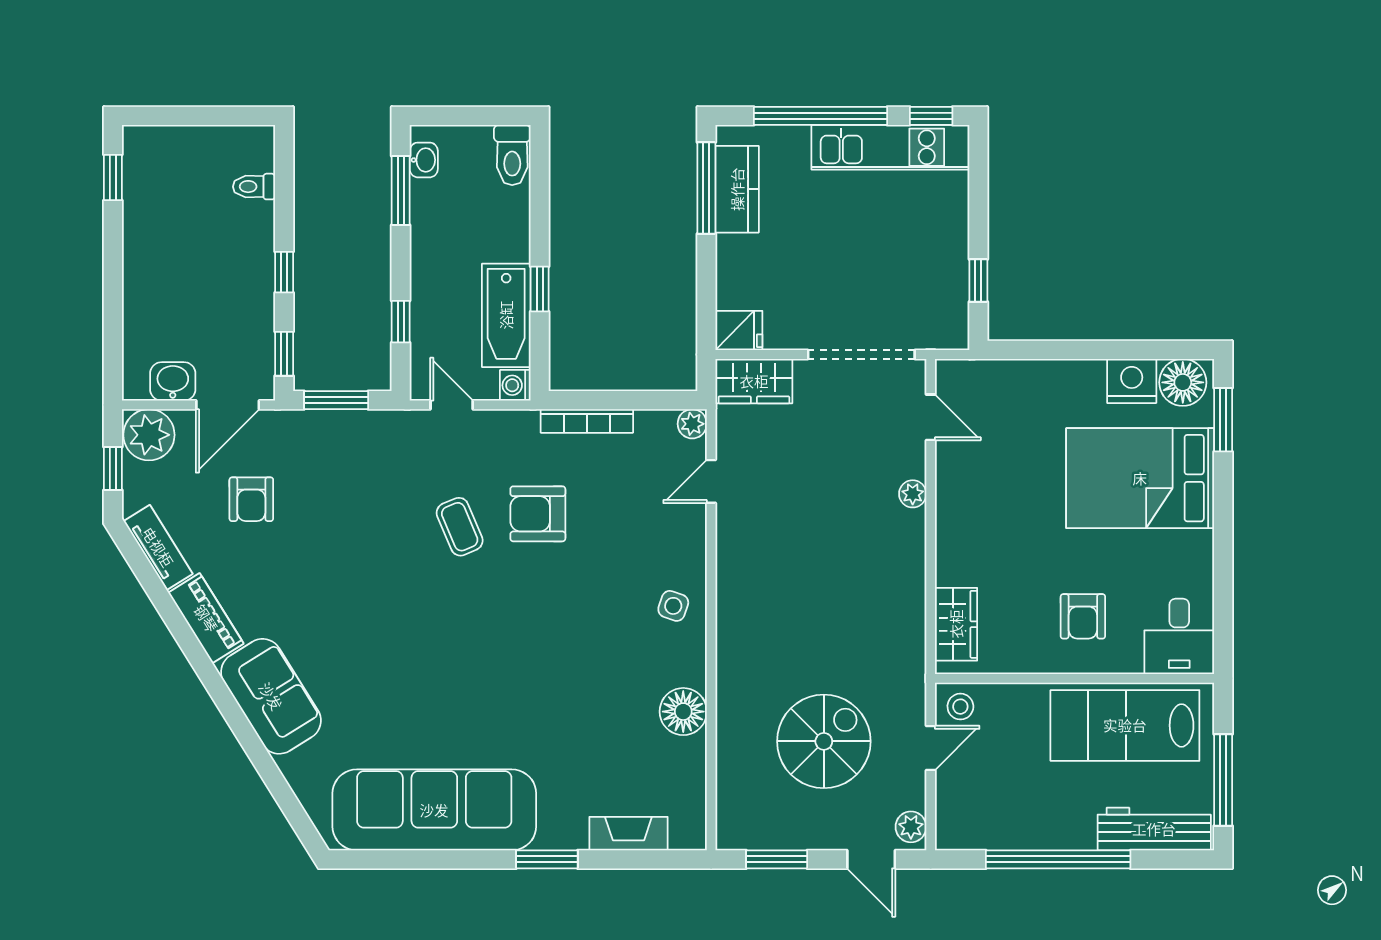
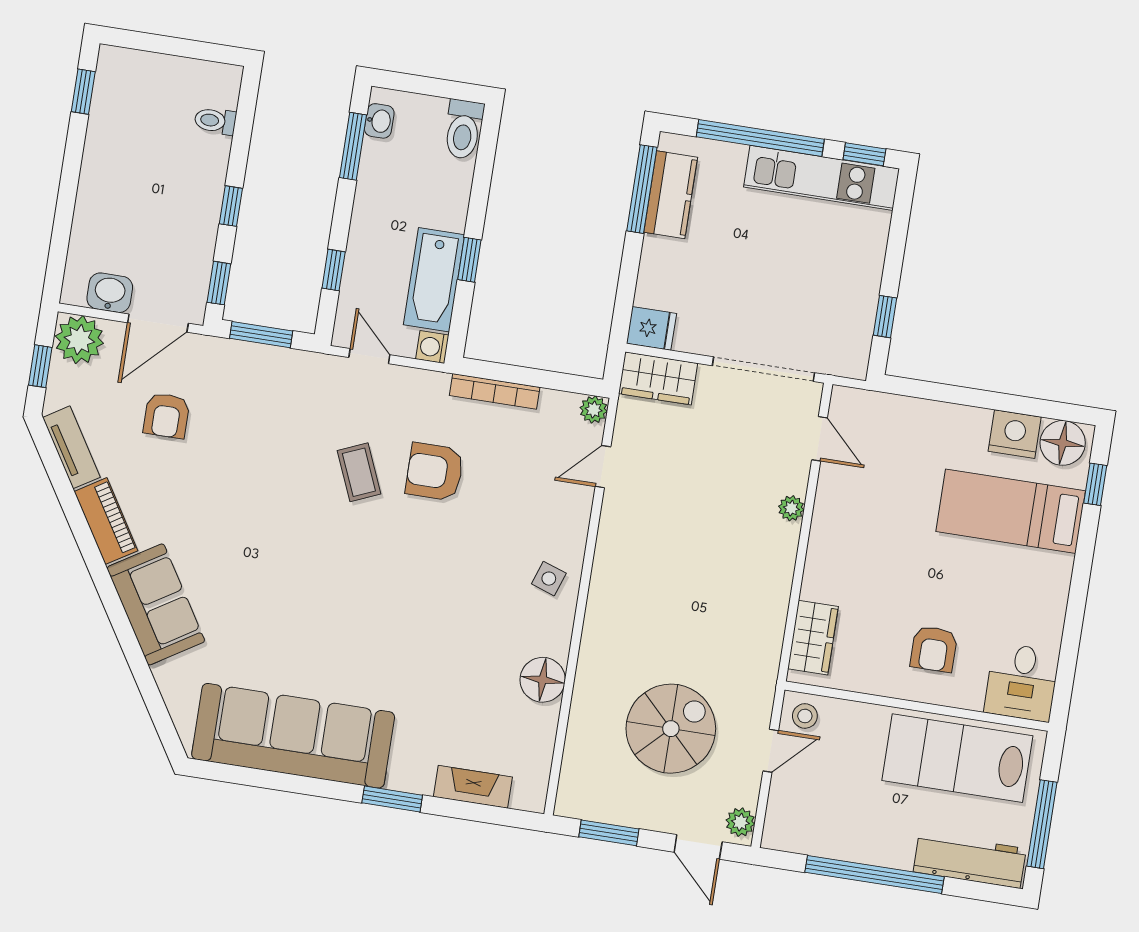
window: (1223, 420) -> (1095, 484), width x0.67
bed: (1140, 478) -> (1011, 511), width x0.67

